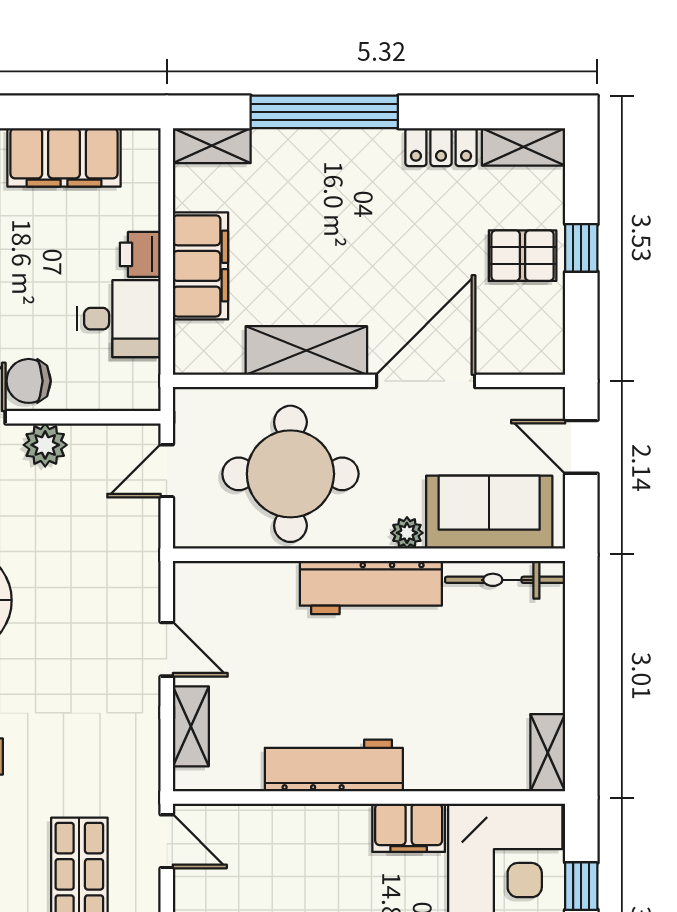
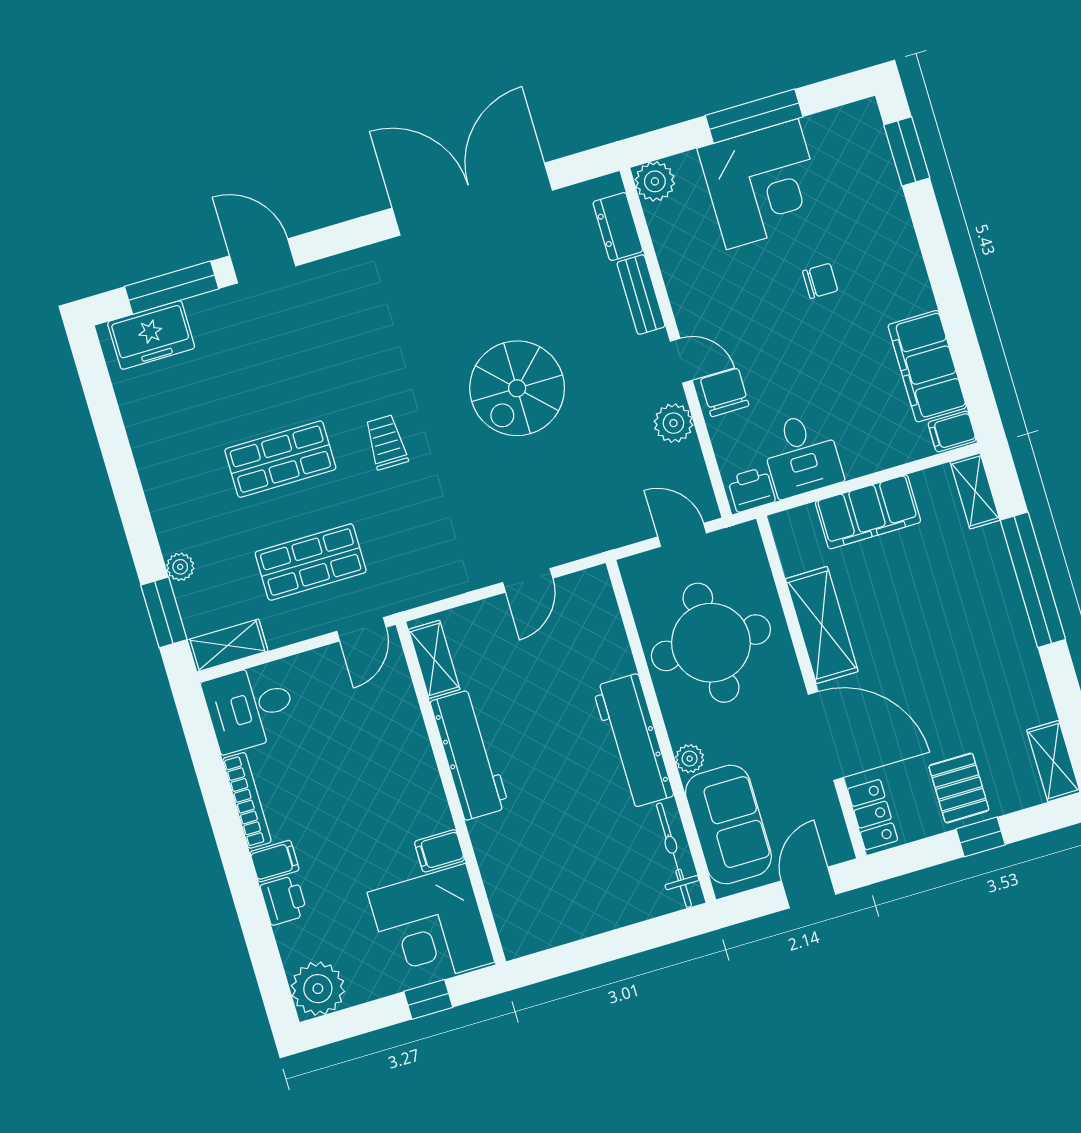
locker: (441, 147) -> (873, 815), moved, turned 180
filing cabinet: (141, 151) -> (952, 431), added
printer: (140, 254) -> (751, 490), moved
shelving: (191, 726) -> (434, 659), moved, turned 90
shelving: (548, 753) -> (535, 936), removed
filing cabinet: (409, 828) -> (439, 851), width x0.50

